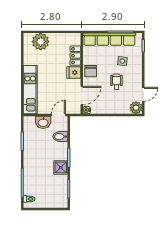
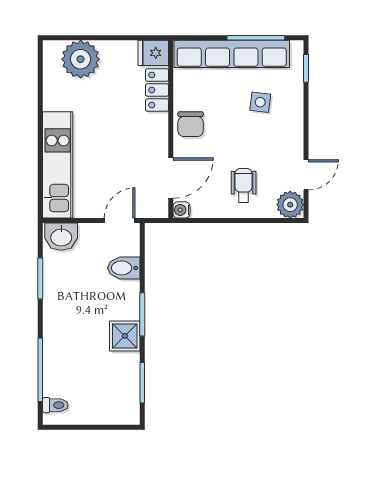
fridge: (74, 72) -> (153, 53), moved
wheelchair: (116, 82) -> (244, 185), moved
washbasin: (43, 122) -> (61, 237), moved

